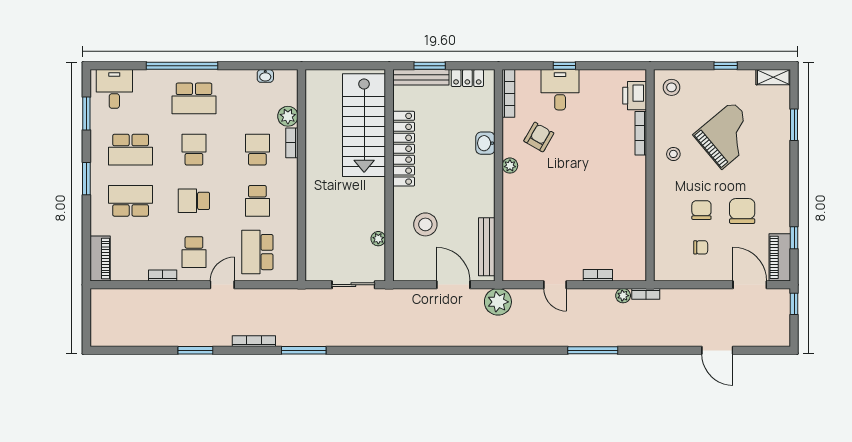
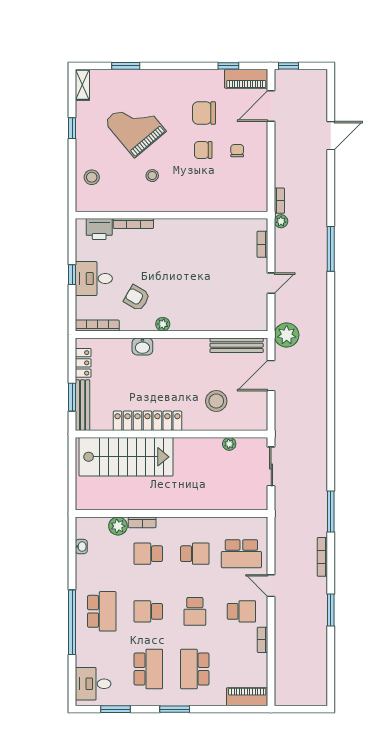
printer: (635, 96) -> (99, 229), moved
bookcase: (641, 133) -> (133, 224), moved
wall: (650, 175) -> (172, 215), moved

